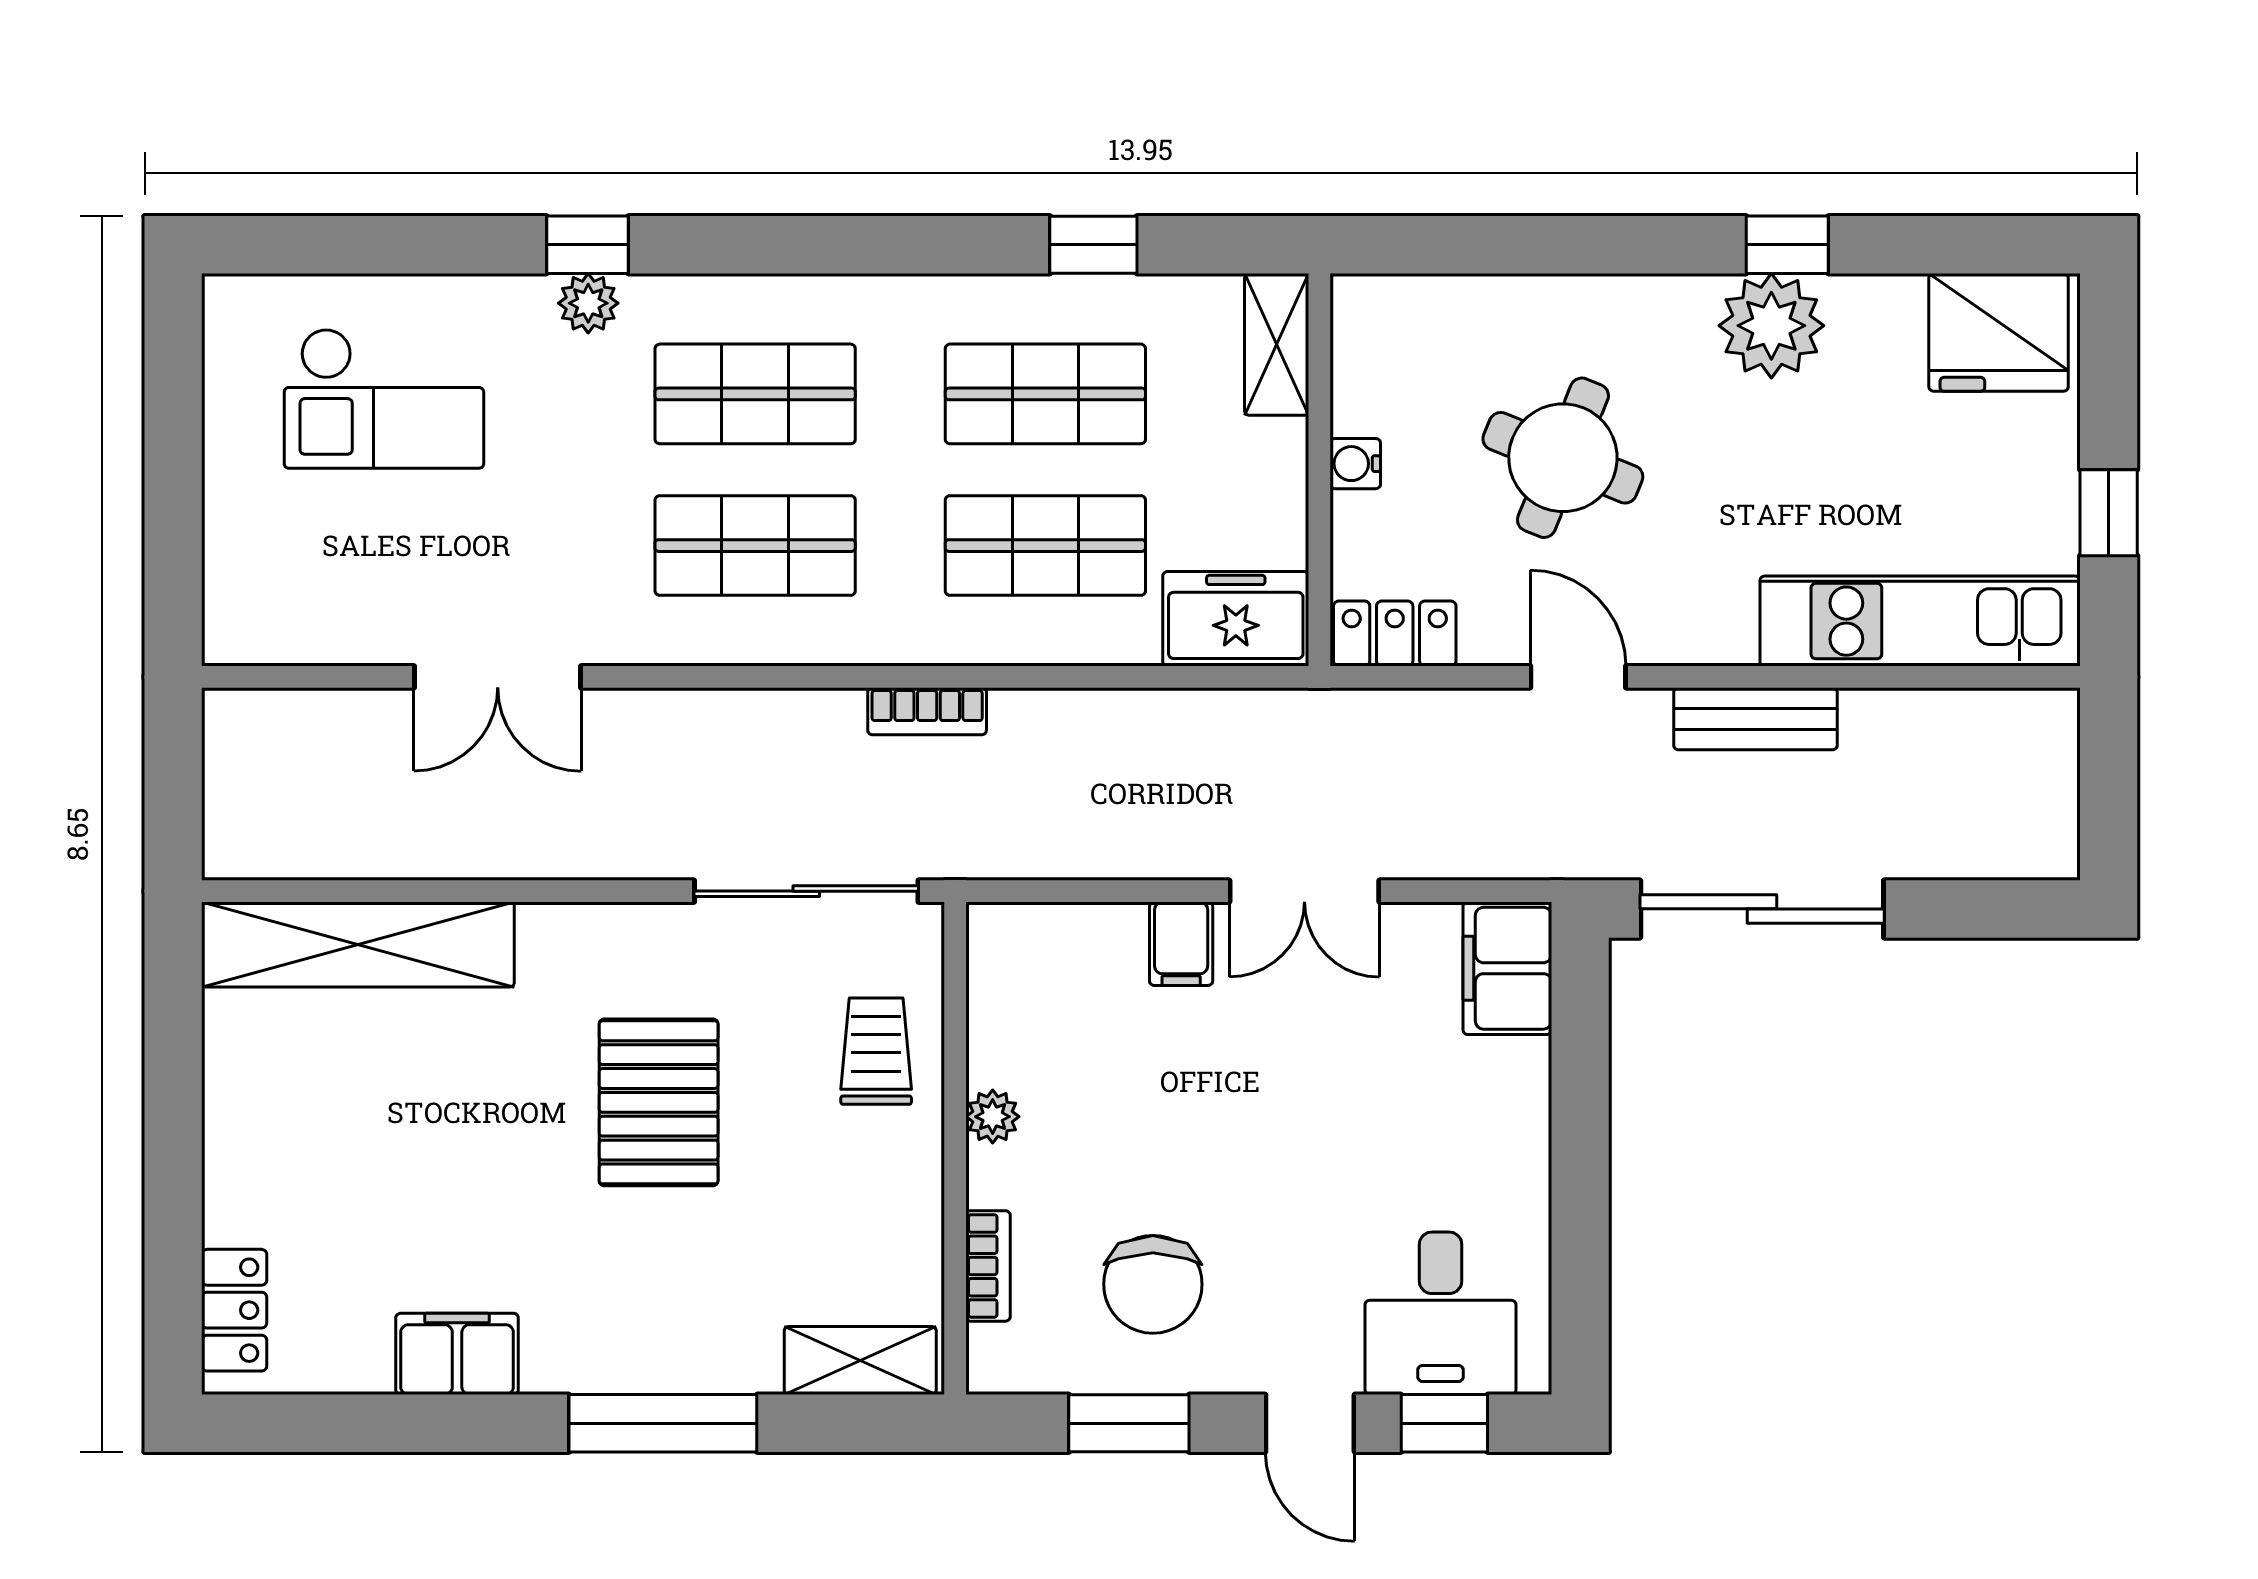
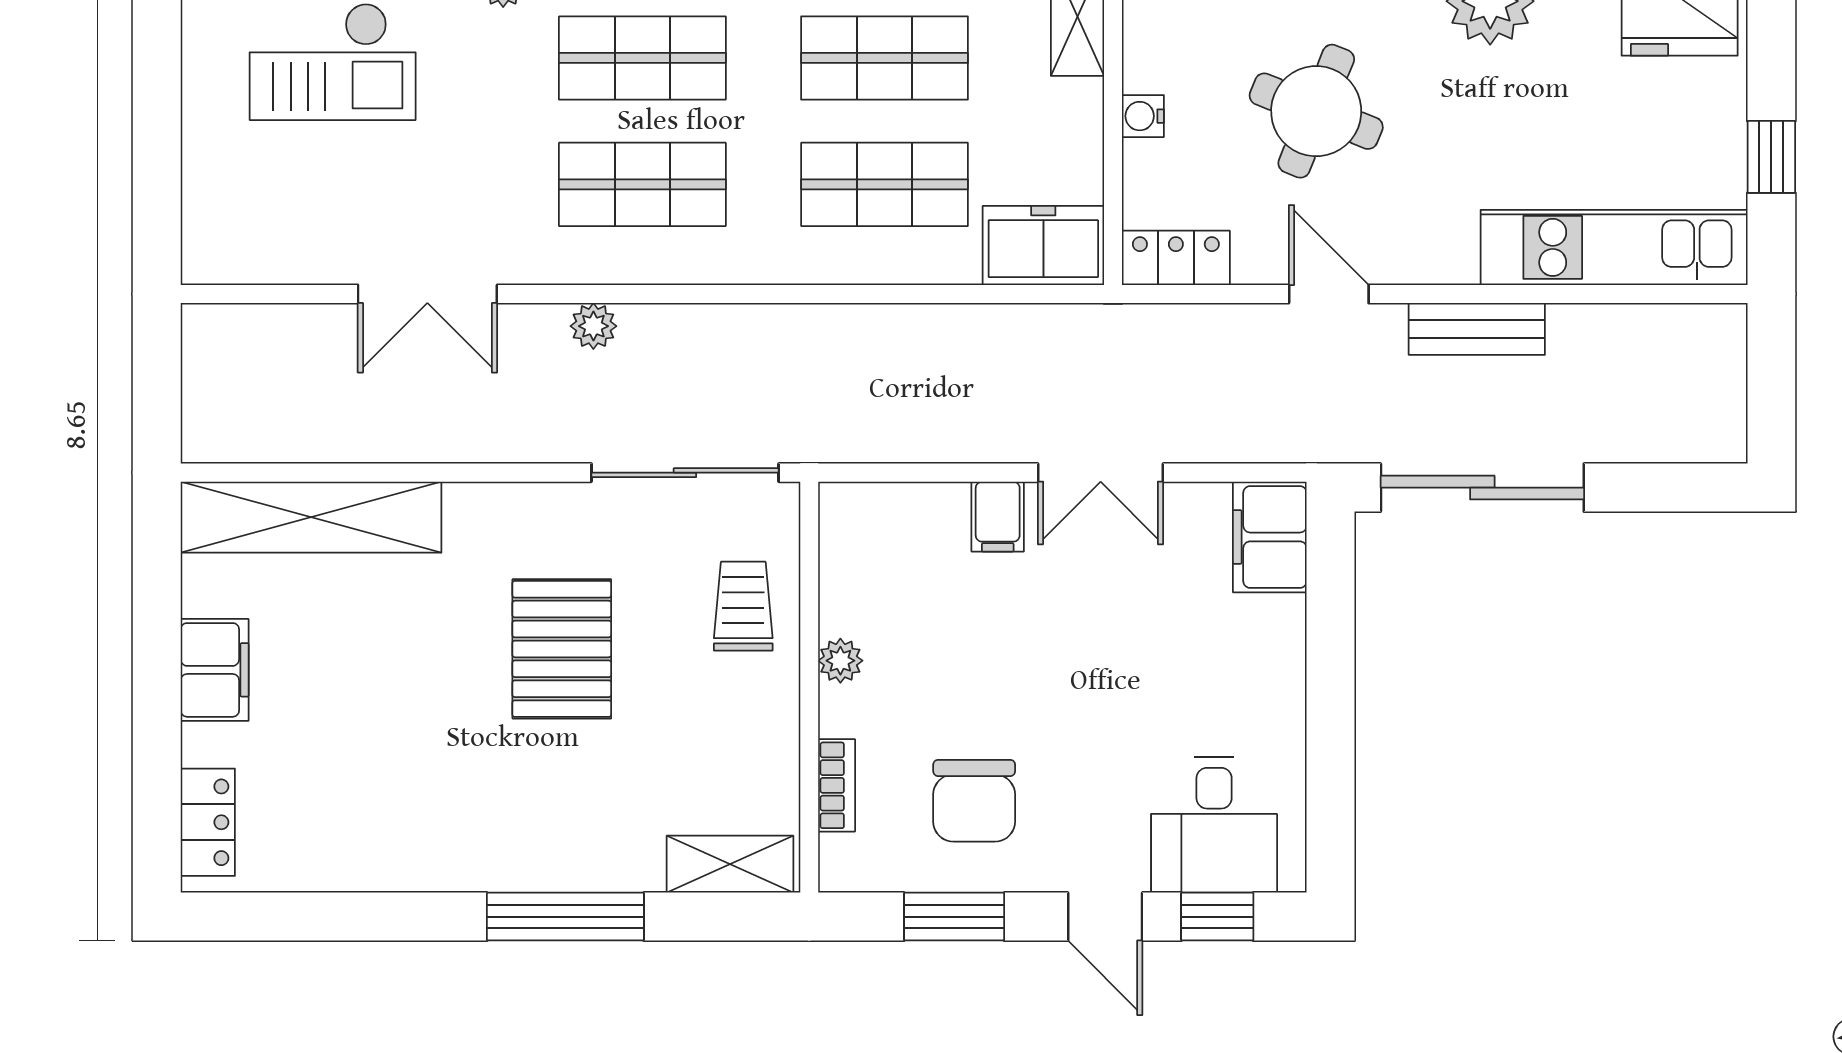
bookcase: (927, 711) -> (786, 323), removed
plant: (697, 715) -> (593, 326), added
filing cabinet: (457, 1354) -> (215, 670), moved, turned 90

